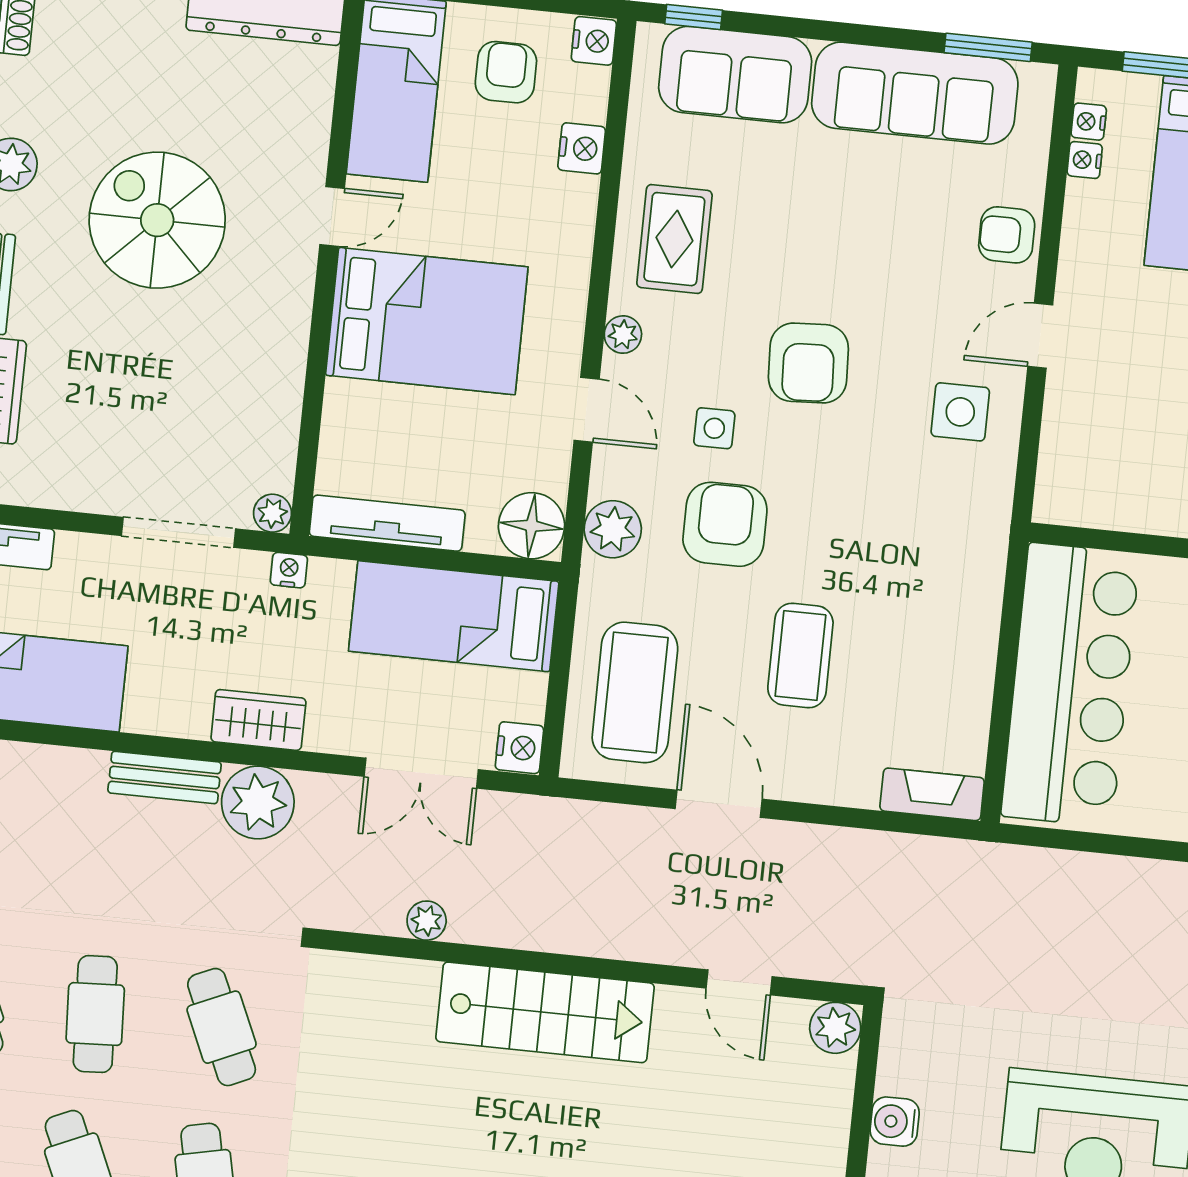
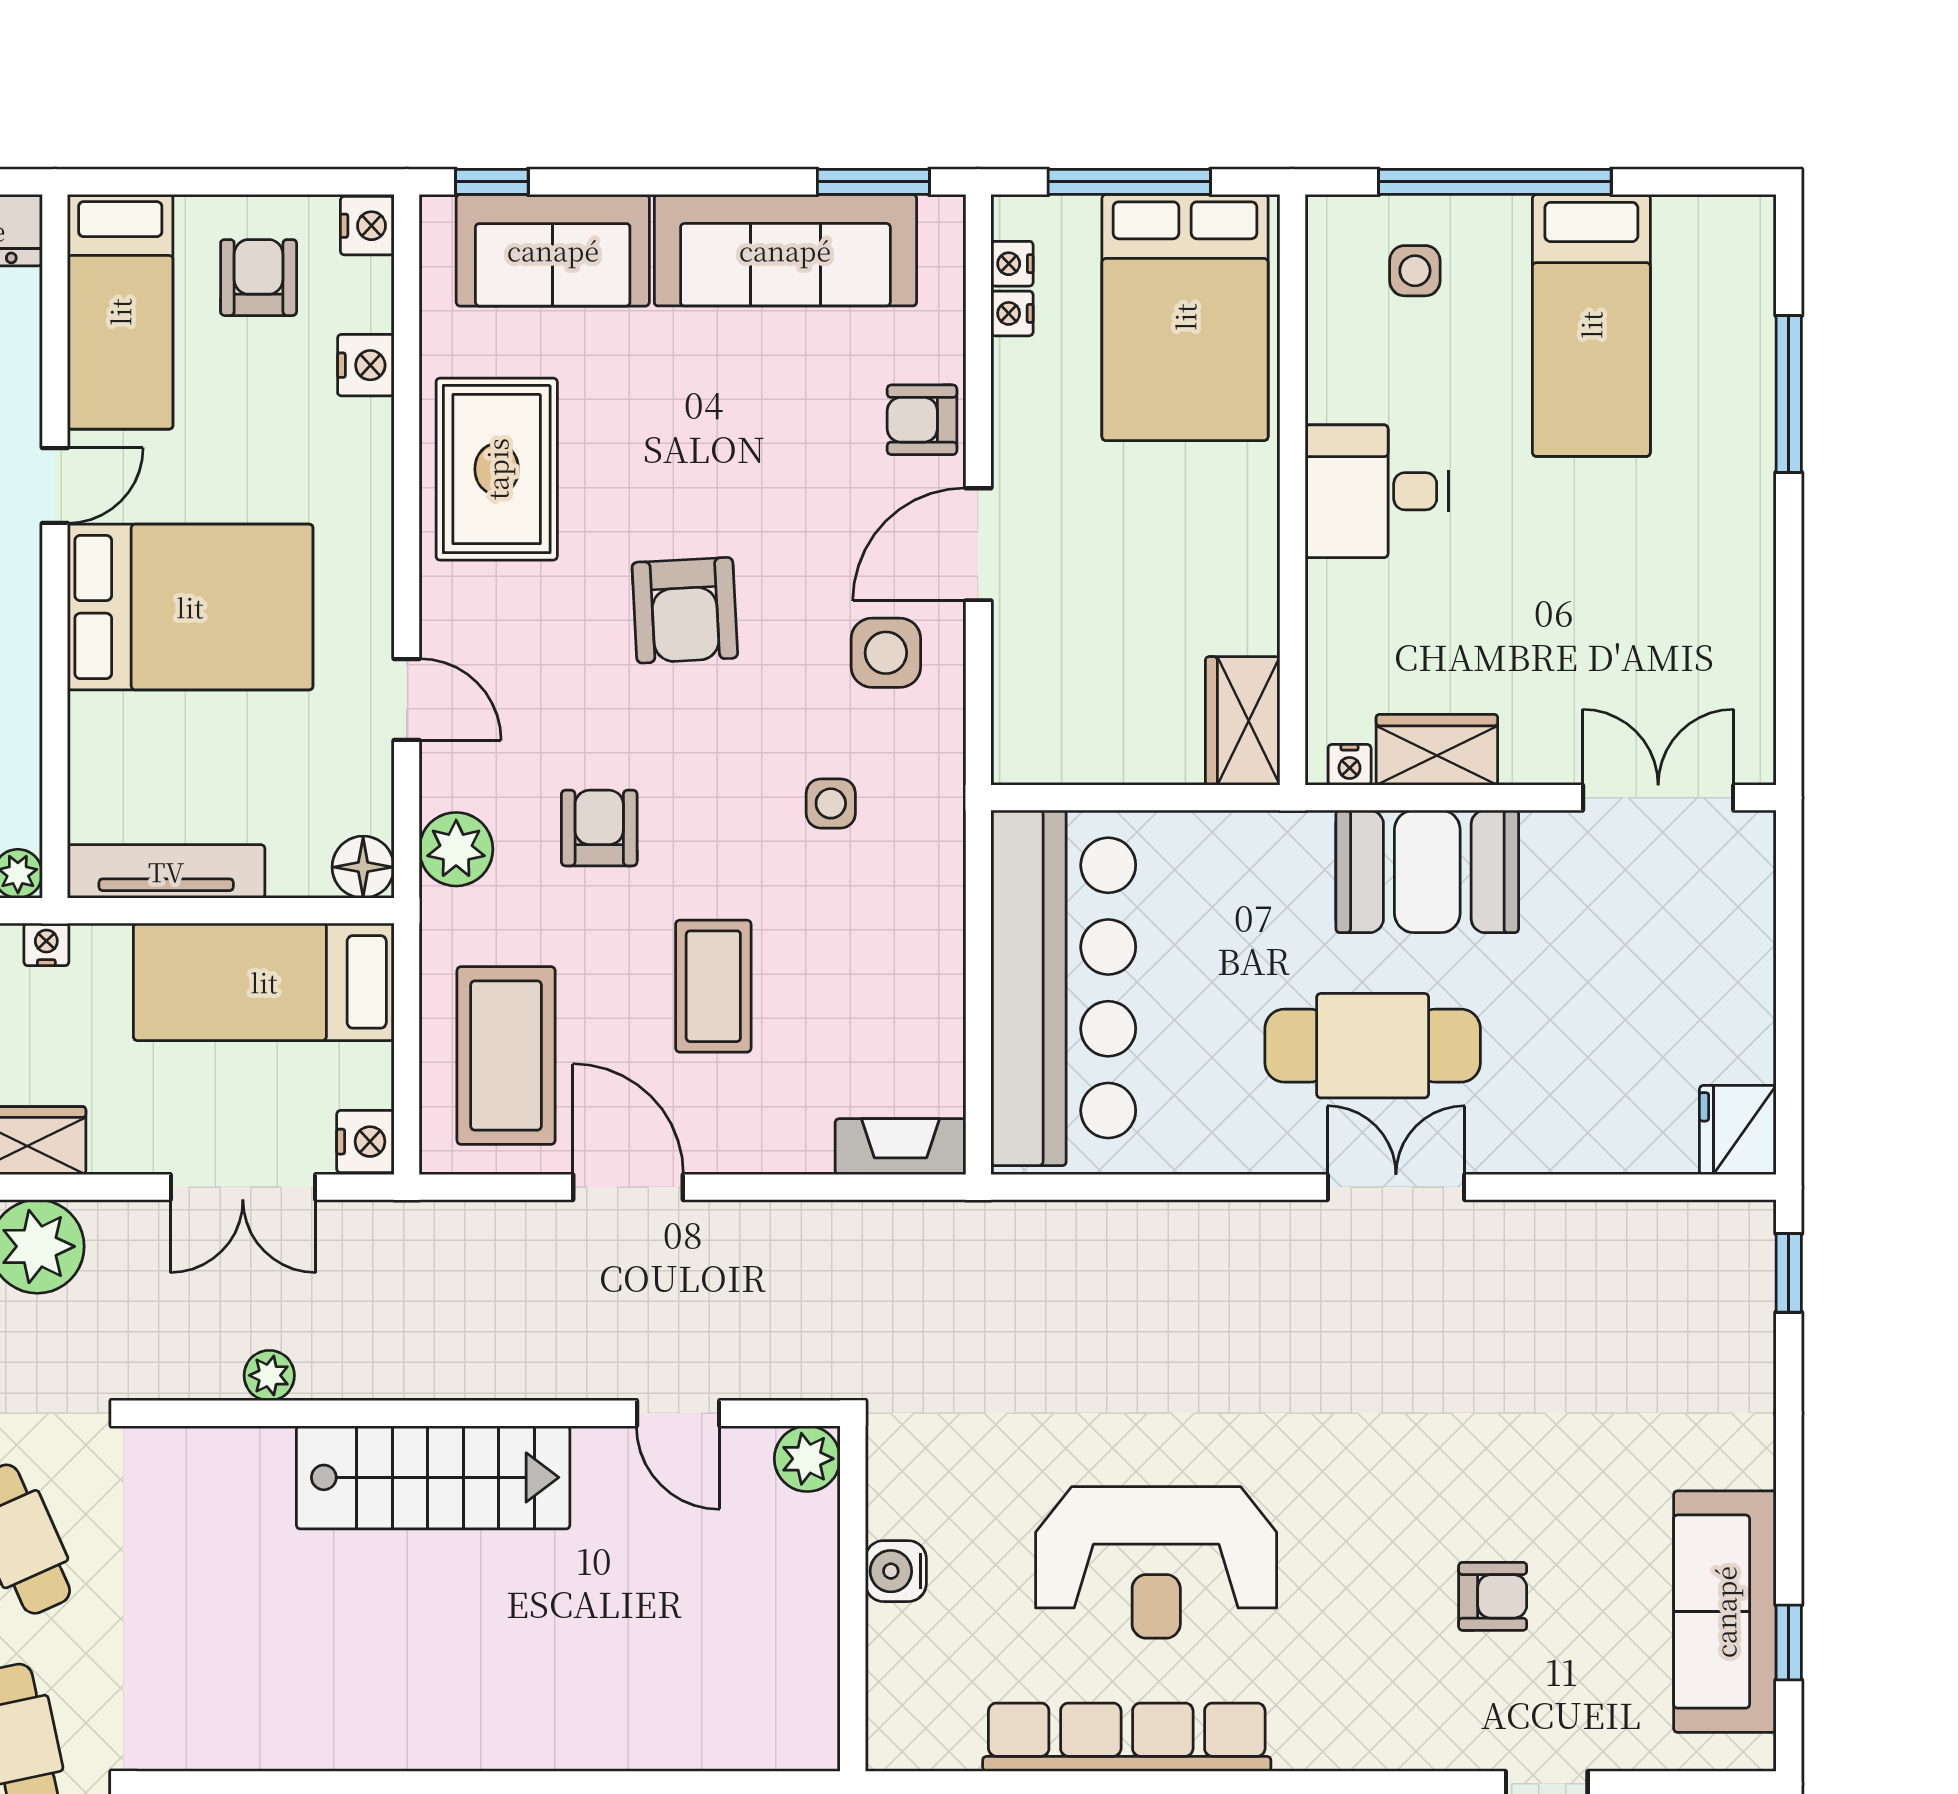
rug: (674, 239) -> (497, 469), width x1.36, depth x1.43
plant: (623, 335) -> (443, 598), removed
door: (1040, 336) -> (978, 544), width x1.38
side table: (714, 428) -> (831, 803), moved
armchair: (725, 524) -> (599, 828), width x0.72, depth x0.72
floor lamp: (532, 526) -> (363, 867), width x0.73, depth x0.73

